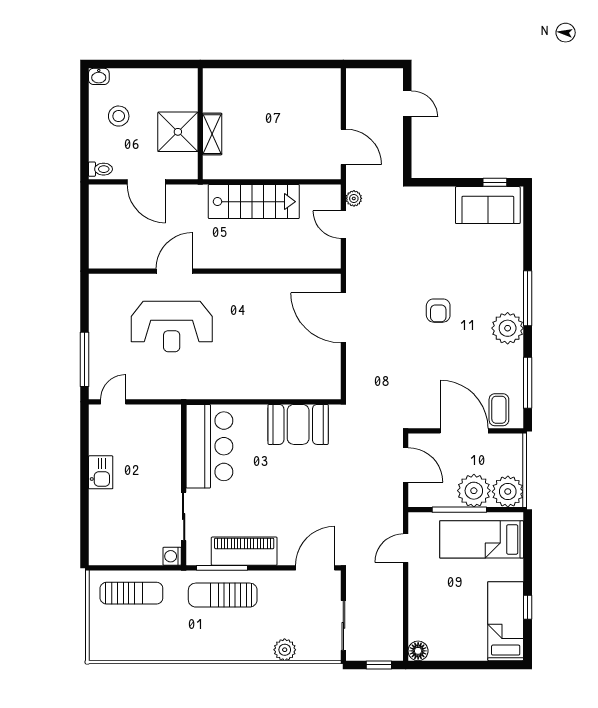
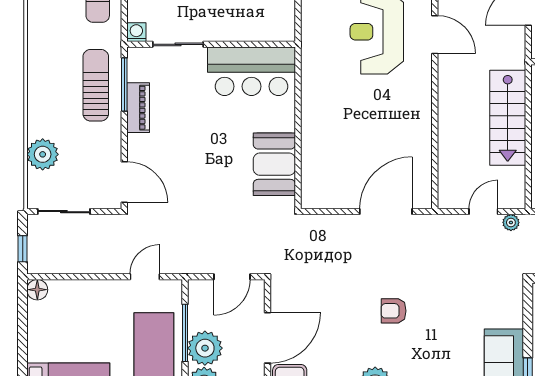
door: (406, 548) -> (145, 277), hinge flipped
piano: (244, 551) -> (138, 108), width x0.73, depth x0.75
plant: (285, 650) -> (43, 154), width x1.36, depth x1.36

